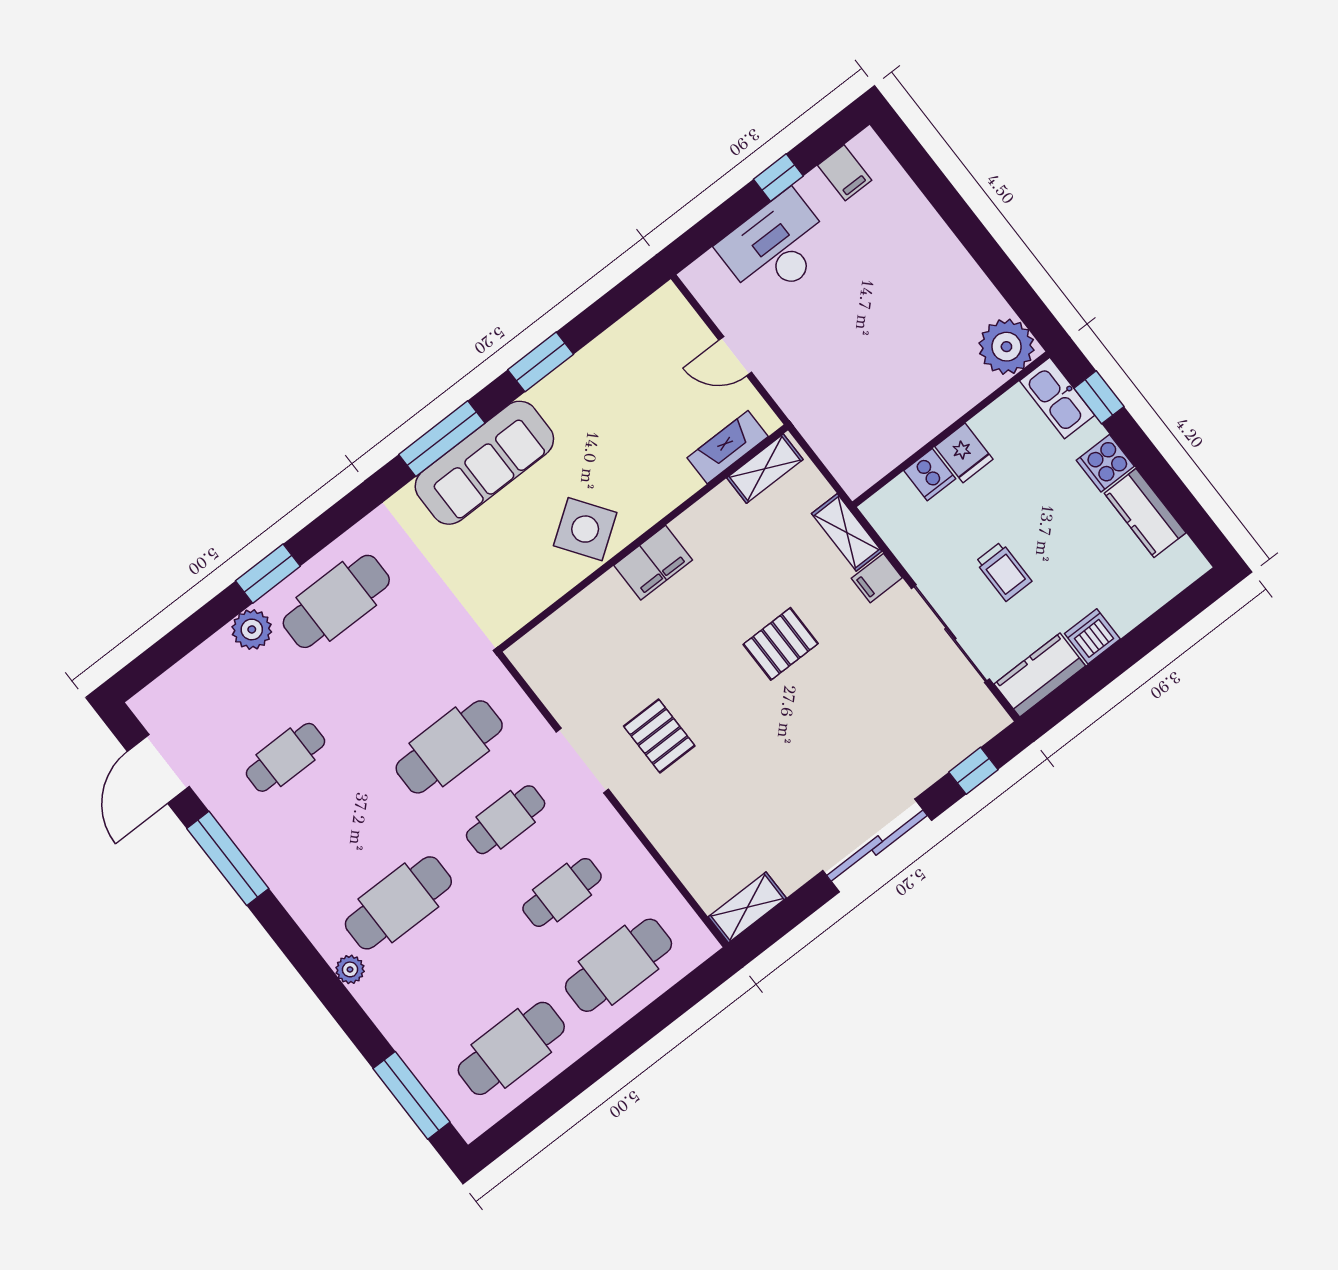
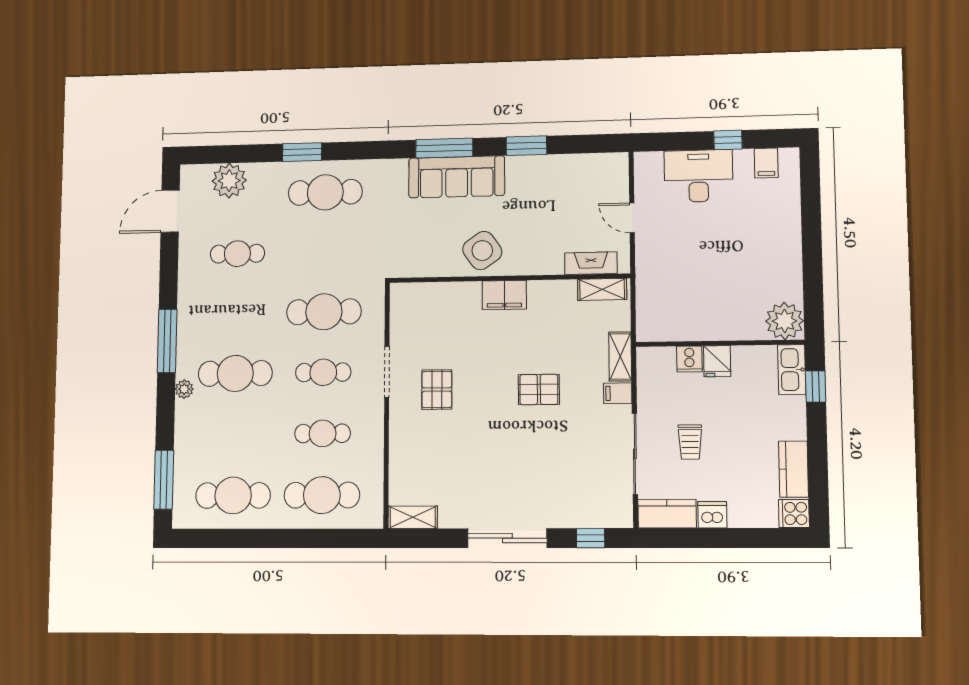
cooker: (1105, 463) -> (794, 513), moved
plant: (252, 629) -> (229, 181), moved, width x1.36, depth x1.36
window: (228, 858) -> (167, 341), moved

